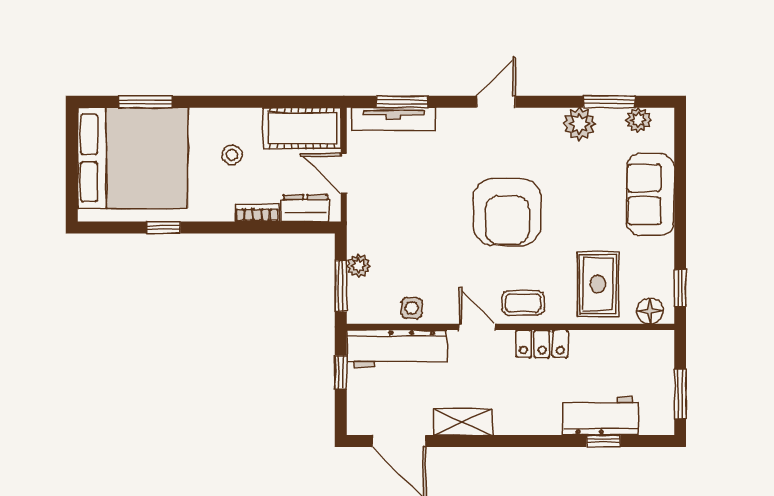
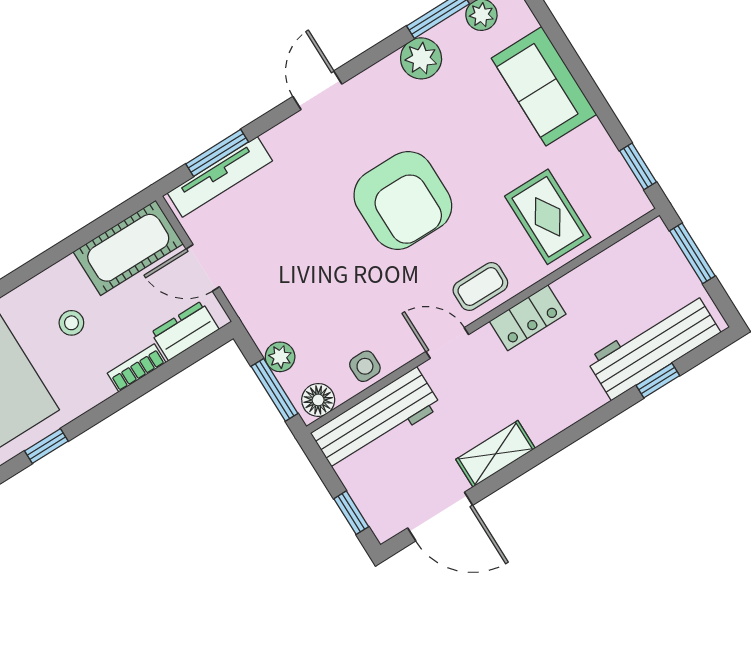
floor lamp: (650, 311) -> (318, 400), moved
window: (341, 372) -> (351, 513), moved
window: (680, 394) -> (692, 253), moved
workbench: (601, 416) -> (653, 346), width x1.37

